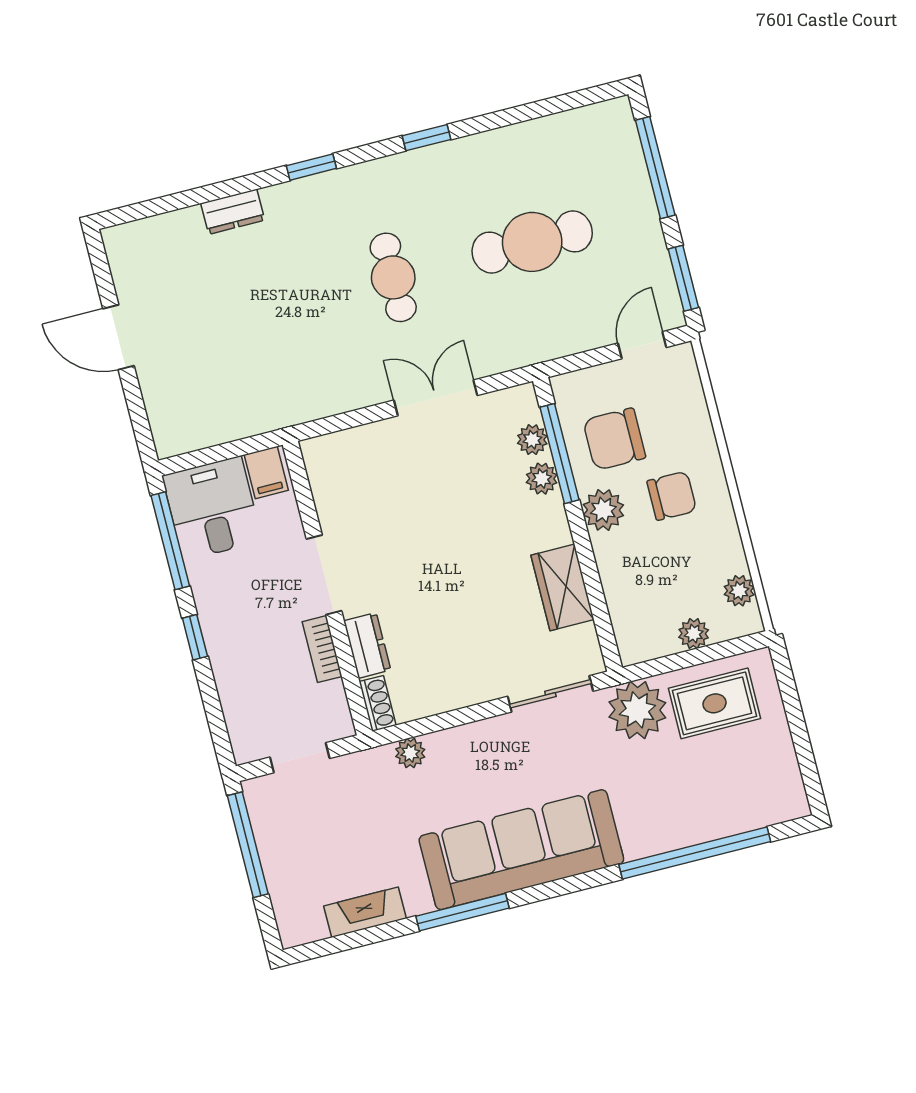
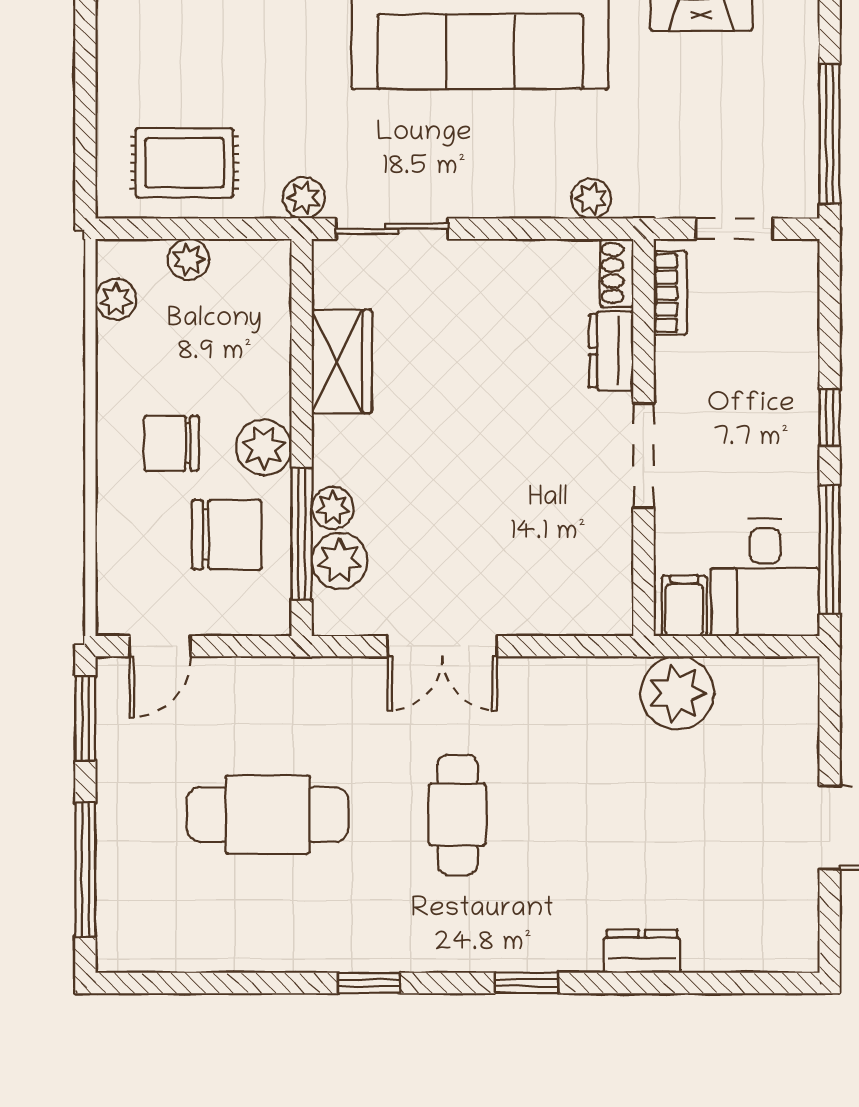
plant: (255, 407) -> (677, 693), added
plant: (532, 440) -> (340, 561), width x1.38, depth x1.38
bookcase: (322, 649) -> (670, 293), moved
plant: (637, 710) -> (304, 198), width x0.53, depth x0.53

